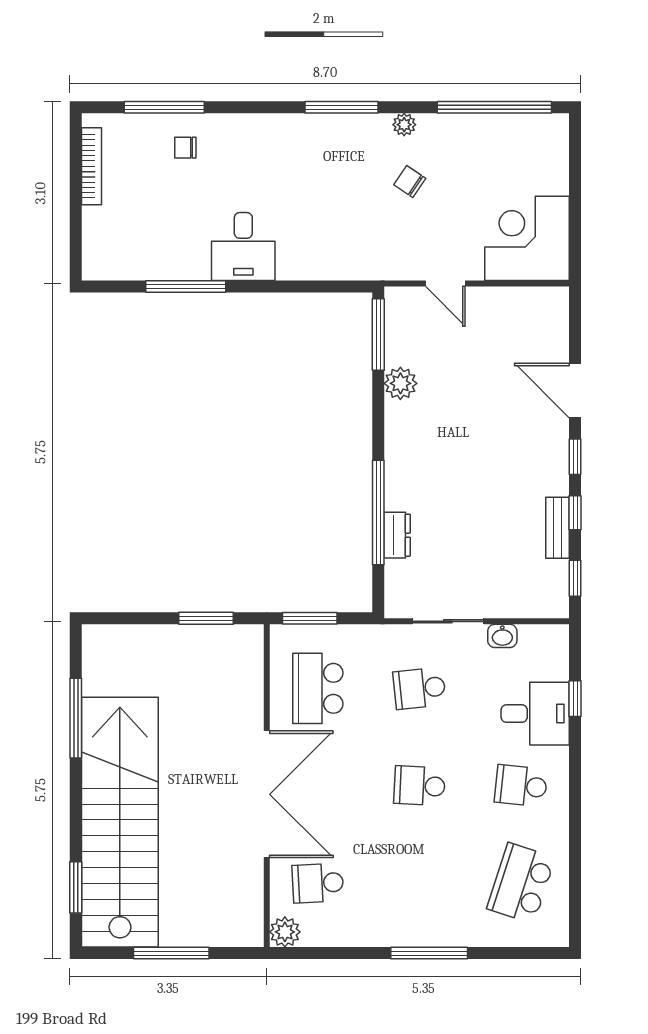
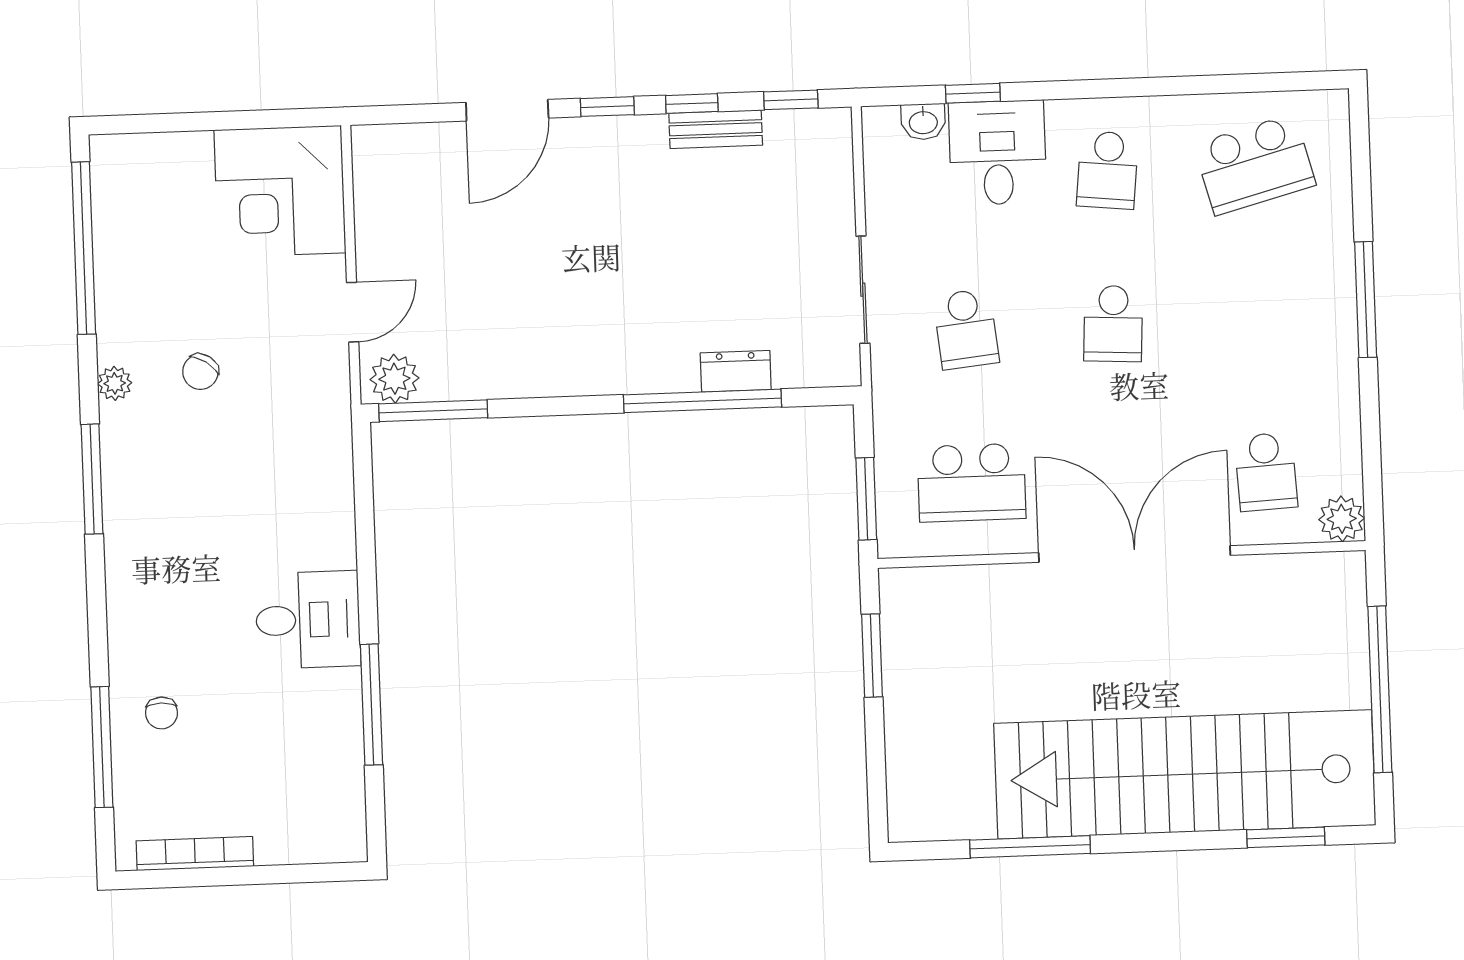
plant: (400, 383) -> (394, 379), moved
washbasin: (502, 636) -> (923, 122), moved, turned 90
school desk: (521, 883) -> (1255, 165), turned -33
window: (171, 953) -> (1380, 689), width x1.46

